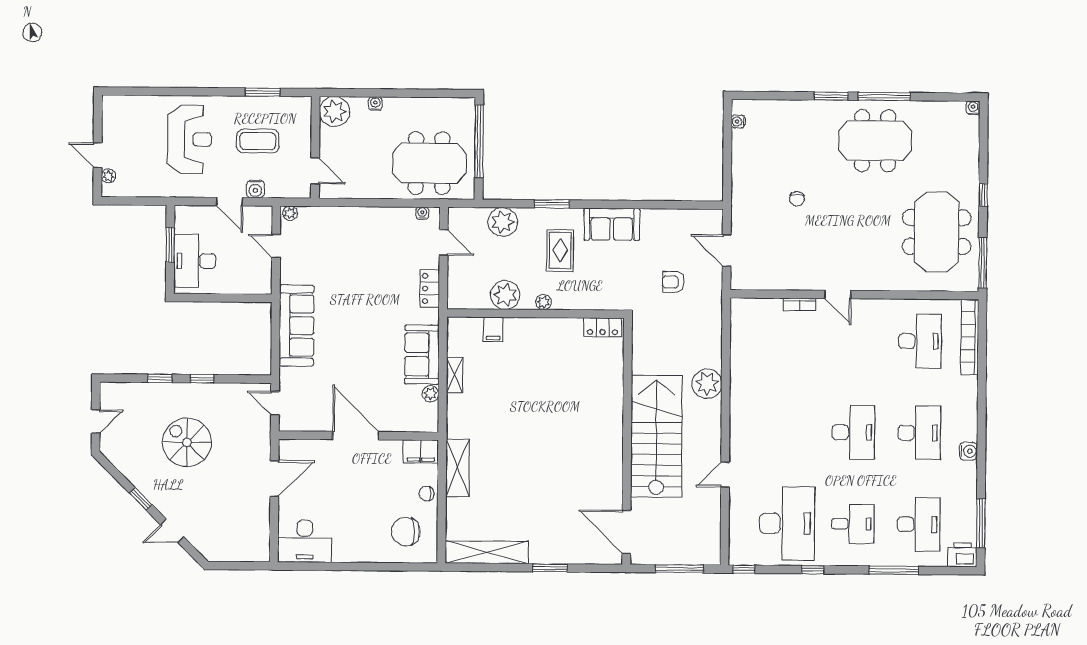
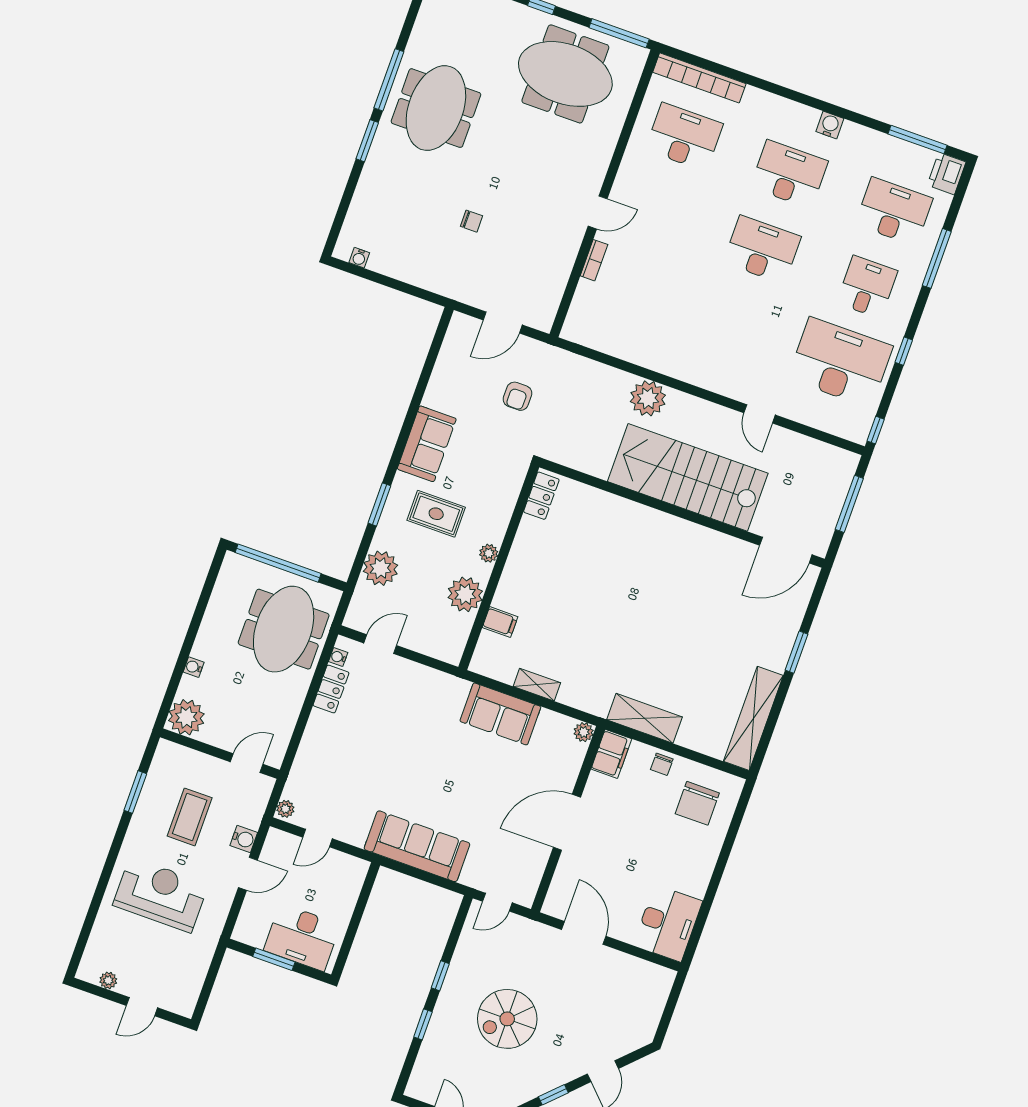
plant: (108, 176) -> (108, 980), moved
locker: (430, 288) -> (331, 689), moved, turned -90
plant: (431, 394) -> (584, 732), moved

